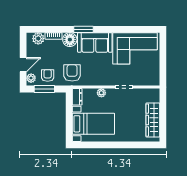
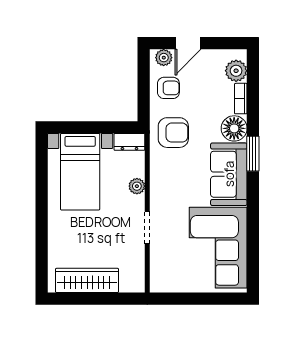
door: (23, 65) -> (188, 43), hinge flipped
window: (44, 89) -> (144, 82), removed

